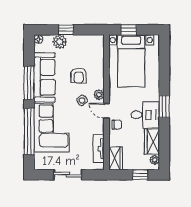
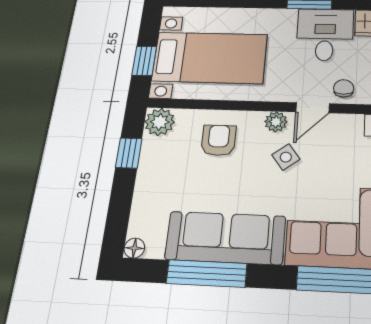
window: (66, 30) -> (129, 153), moved
plant: (60, 42) -> (160, 122), moved
armchair: (79, 76) -> (219, 140), moved, turned -90
window: (29, 83) -> (207, 273), moved

